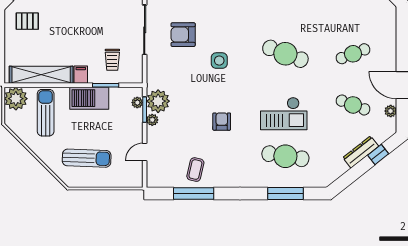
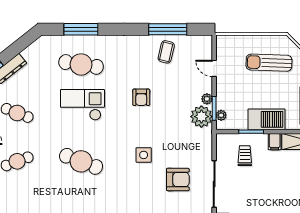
door: (145, 152) -> (214, 68), swing flipped

